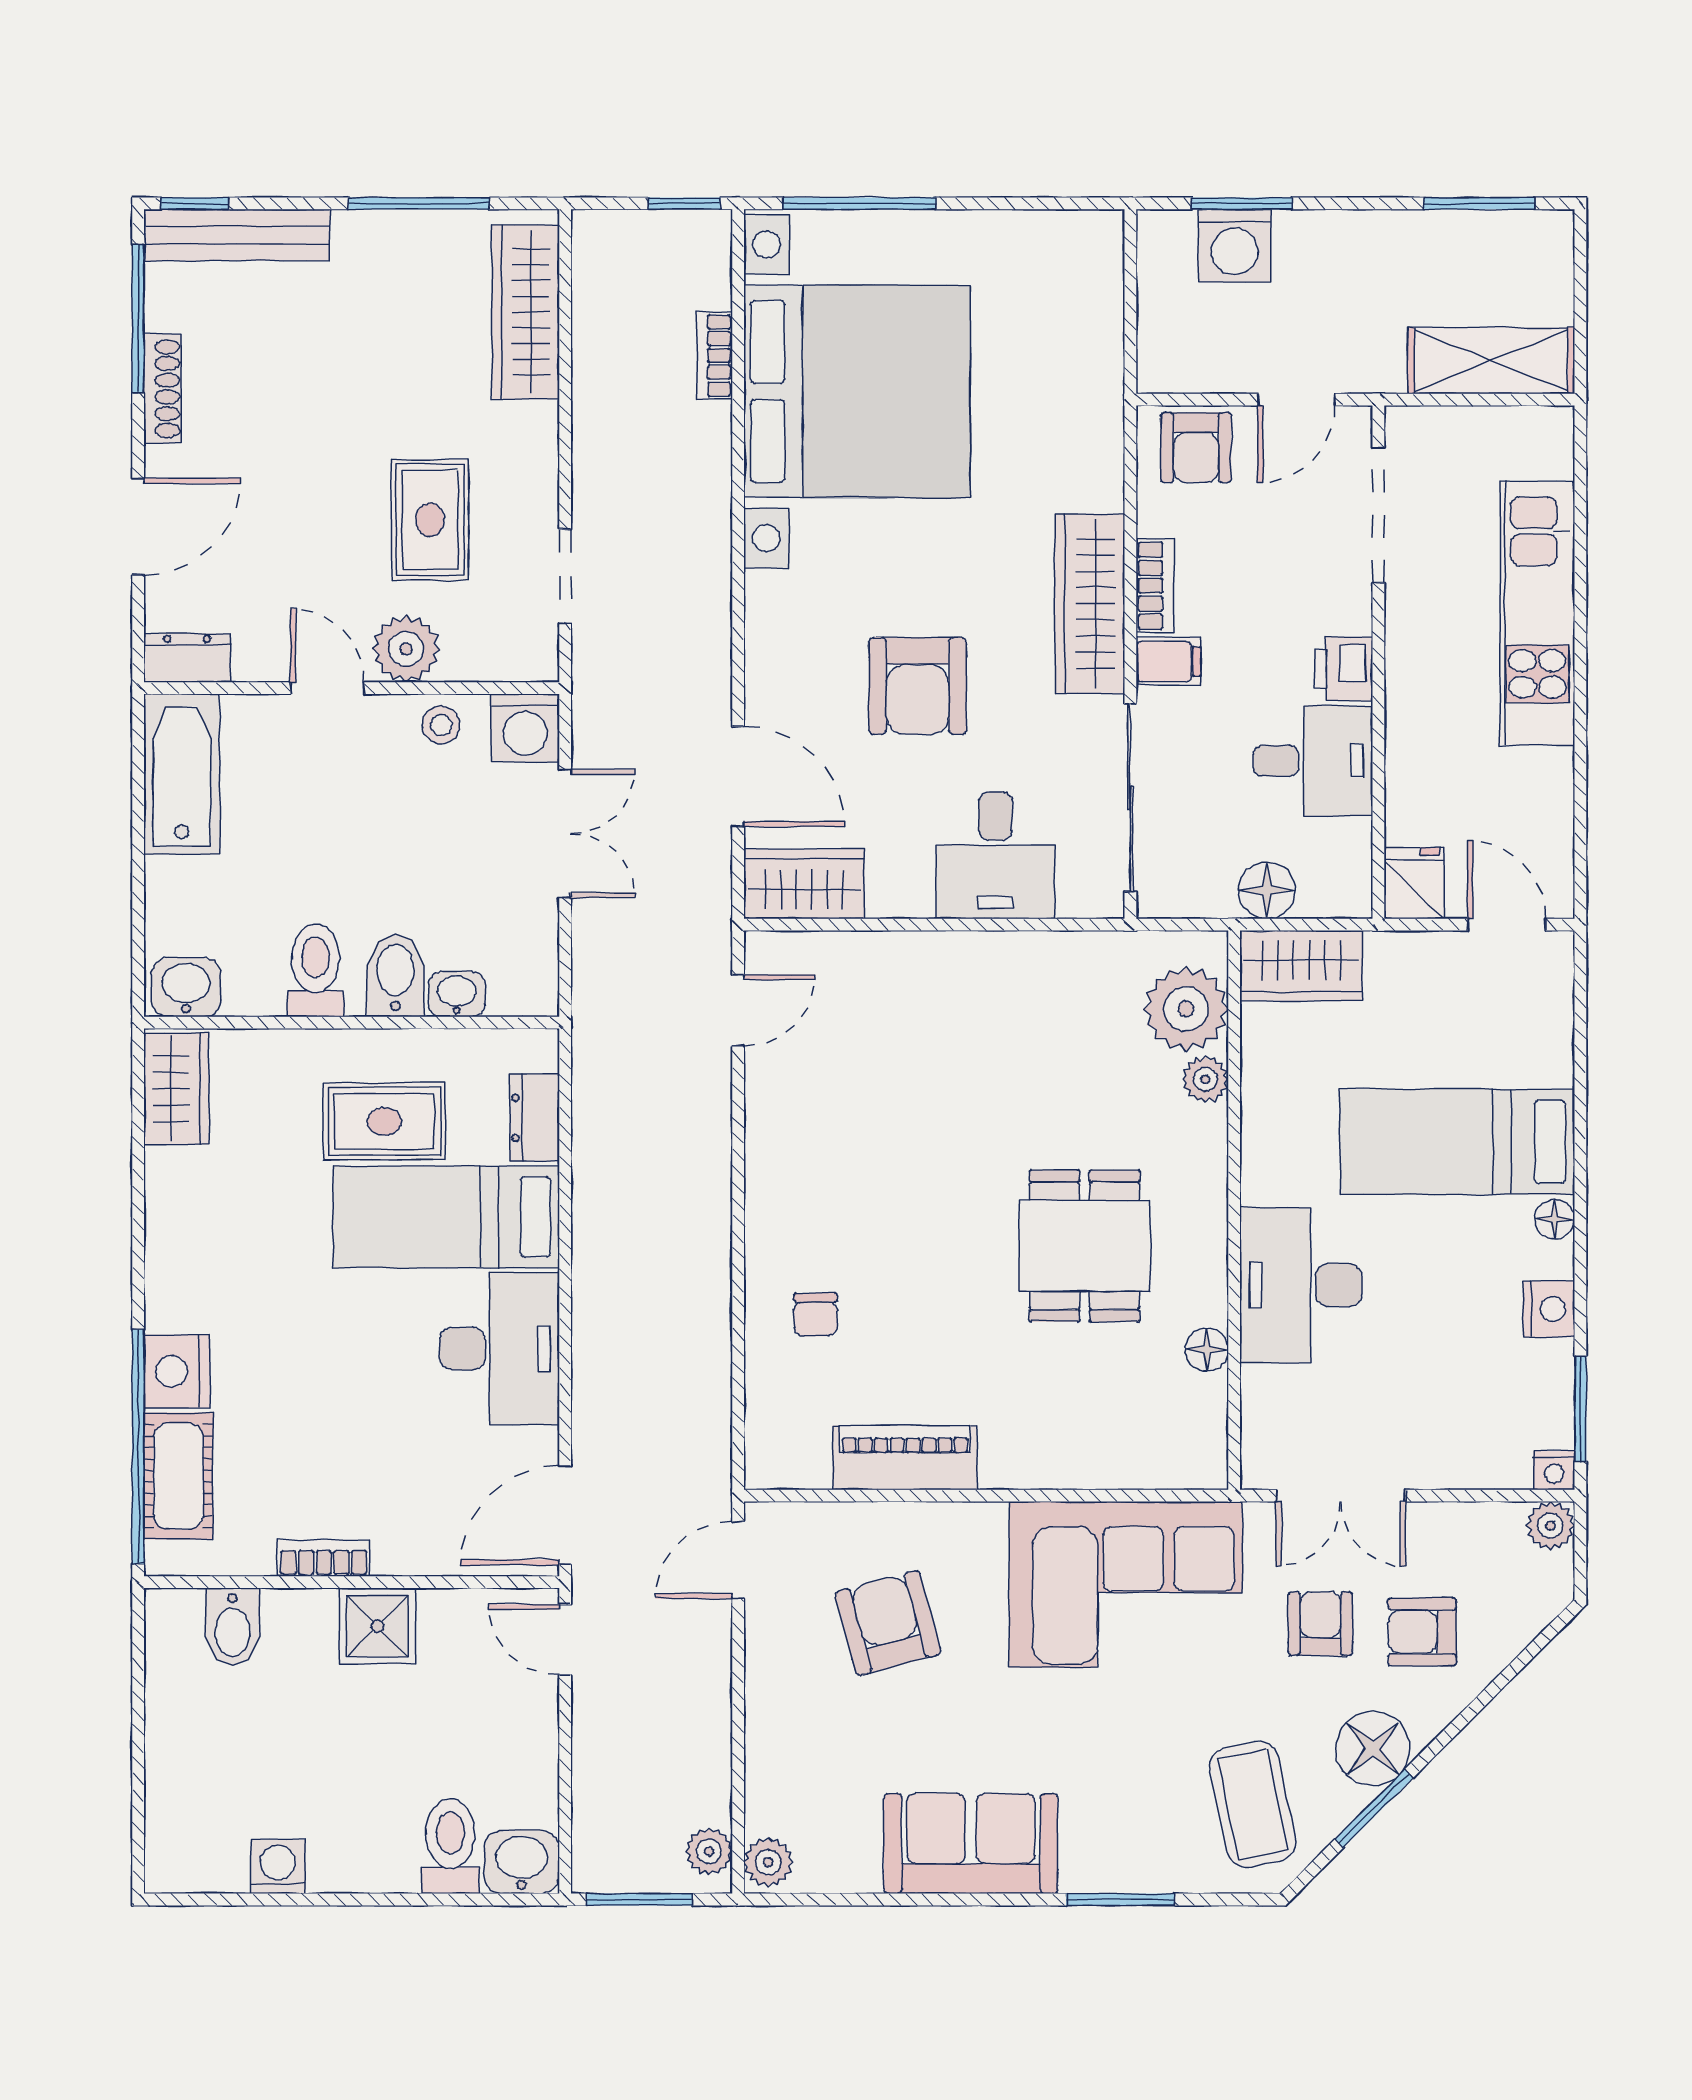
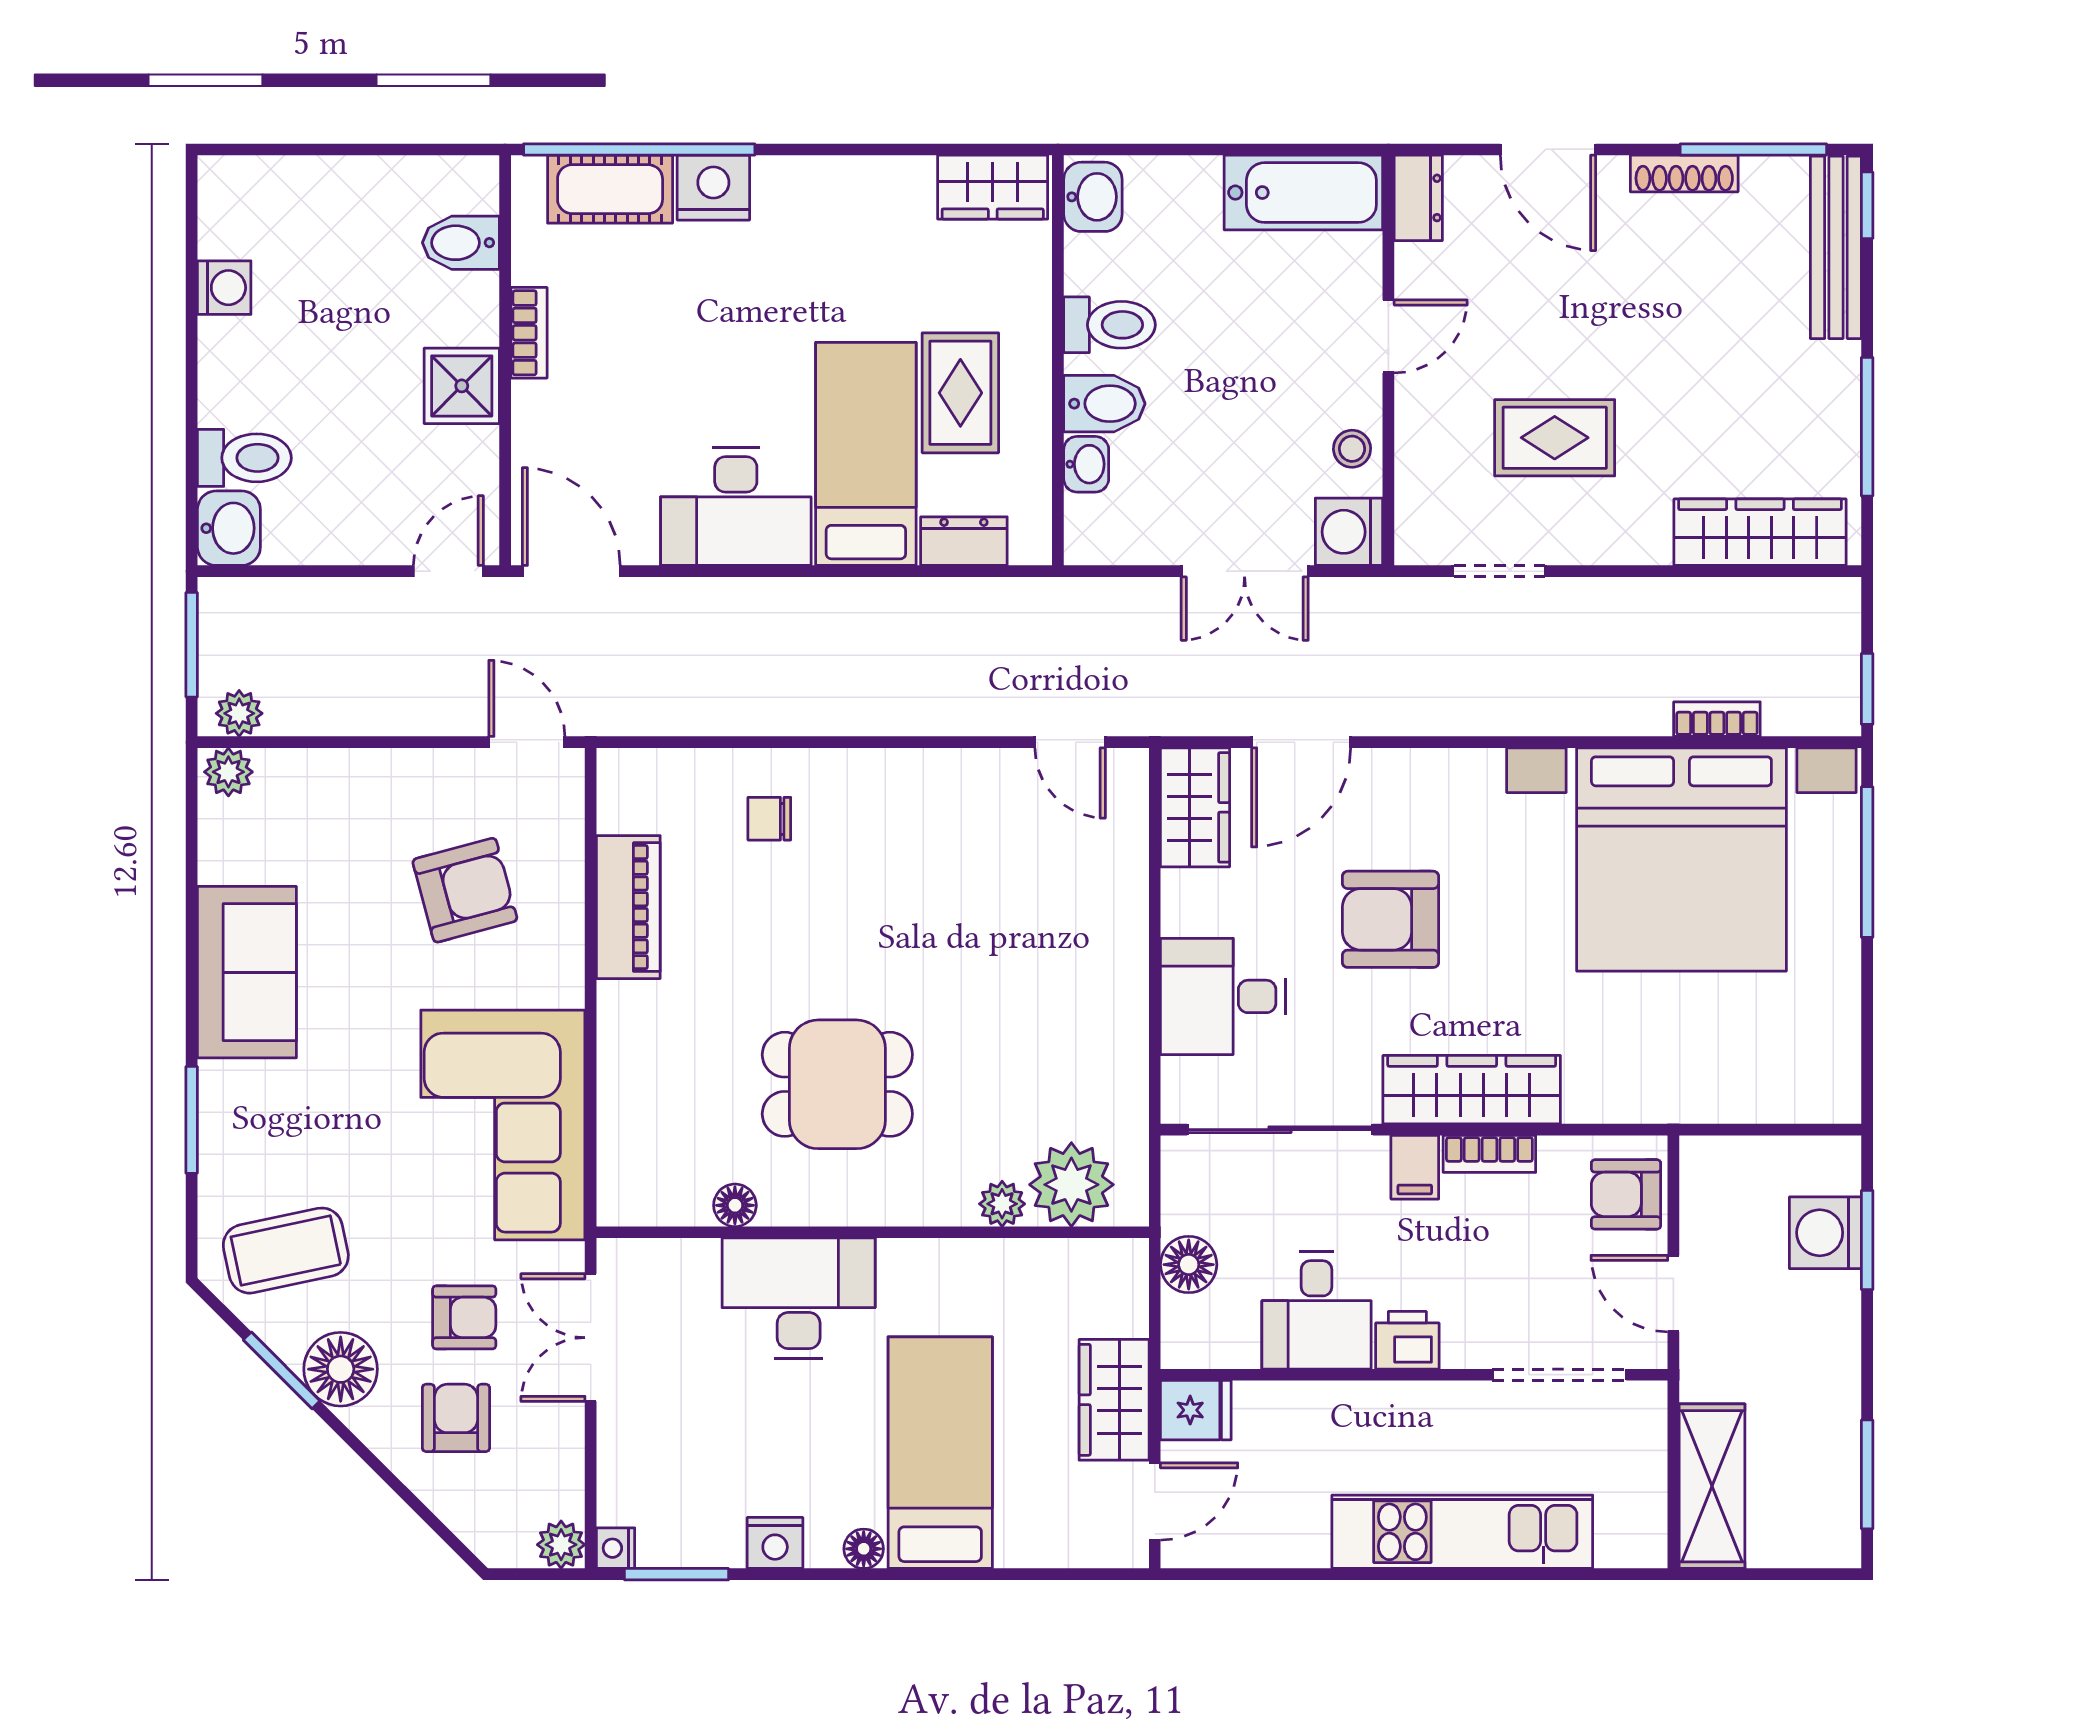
plant: (406, 649) -> (1427, 414), removed
wardrobe: (1301, 966) -> (1114, 1400), moved

